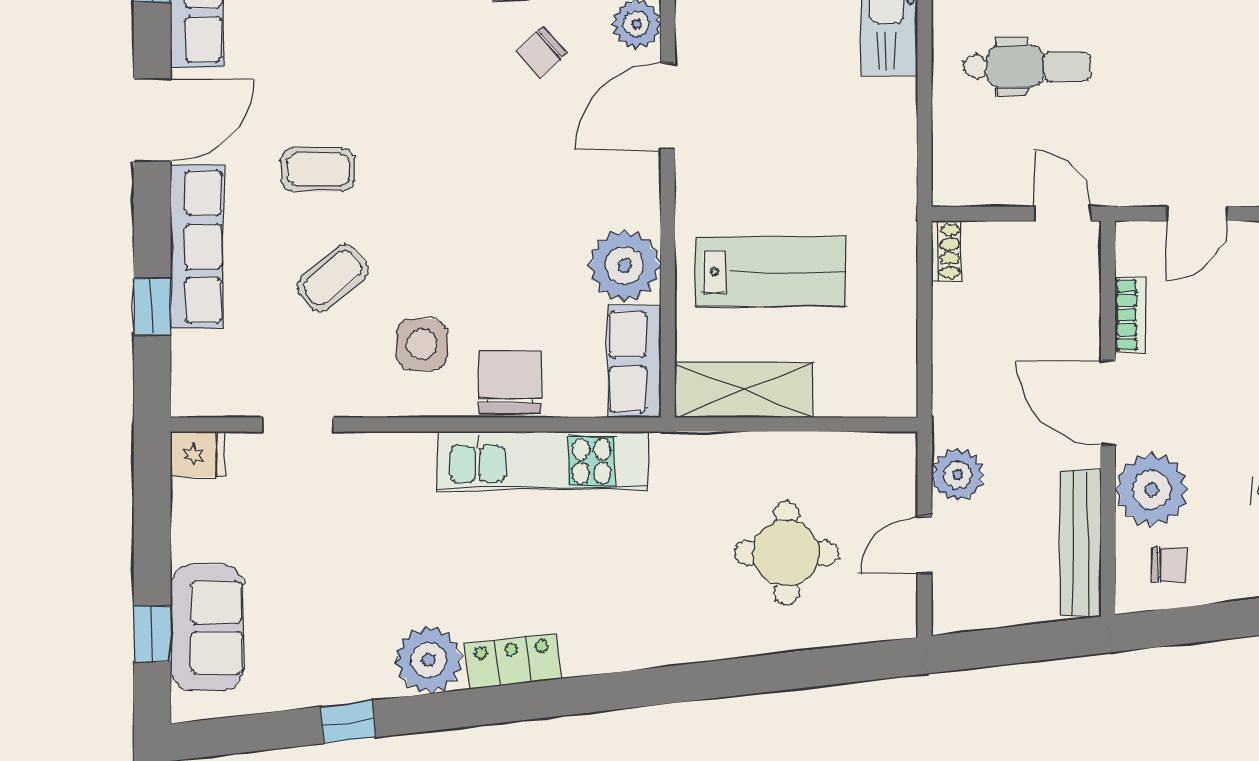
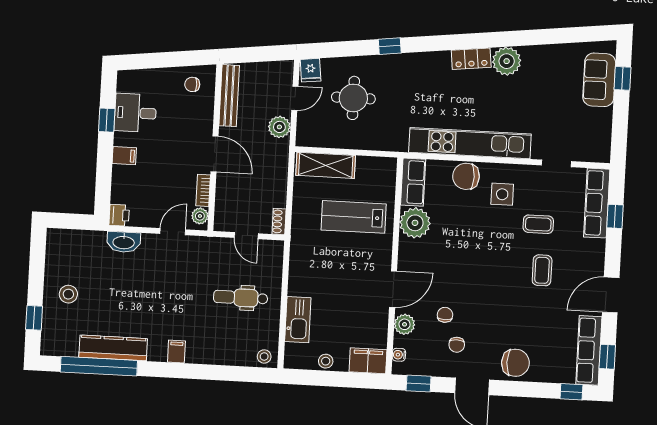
chair: (542, 52) -> (445, 315), turned -49
coffee table: (318, 169) -> (542, 270), turned 90
door: (1062, 214) -> (246, 236), moved
row of seats: (197, 247) -> (597, 203), moved
coffee table: (333, 278) -> (538, 224), turned 40
chair: (510, 382) -> (466, 176), turned 90
shelving: (744, 390) -> (326, 165), moved
fridge: (198, 454) -> (311, 70), moved, turned -97
kitchen unit: (543, 461) -> (470, 143), width x1.36
plant: (1152, 490) -> (200, 216), moved, width x0.53, depth x0.53
window: (348, 722) -> (390, 46), moved

